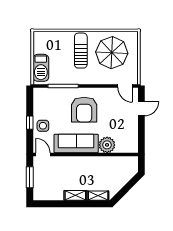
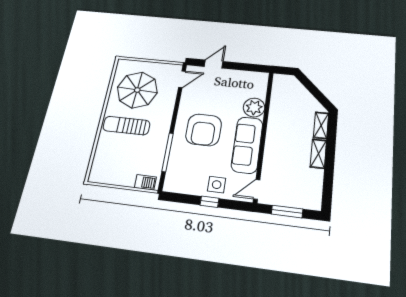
barbecue: (41, 68) -> (145, 182), width x0.53, depth x0.65
door: (141, 109) -> (214, 64), hinge flipped
armchair: (84, 110) -> (204, 130), turned 90

